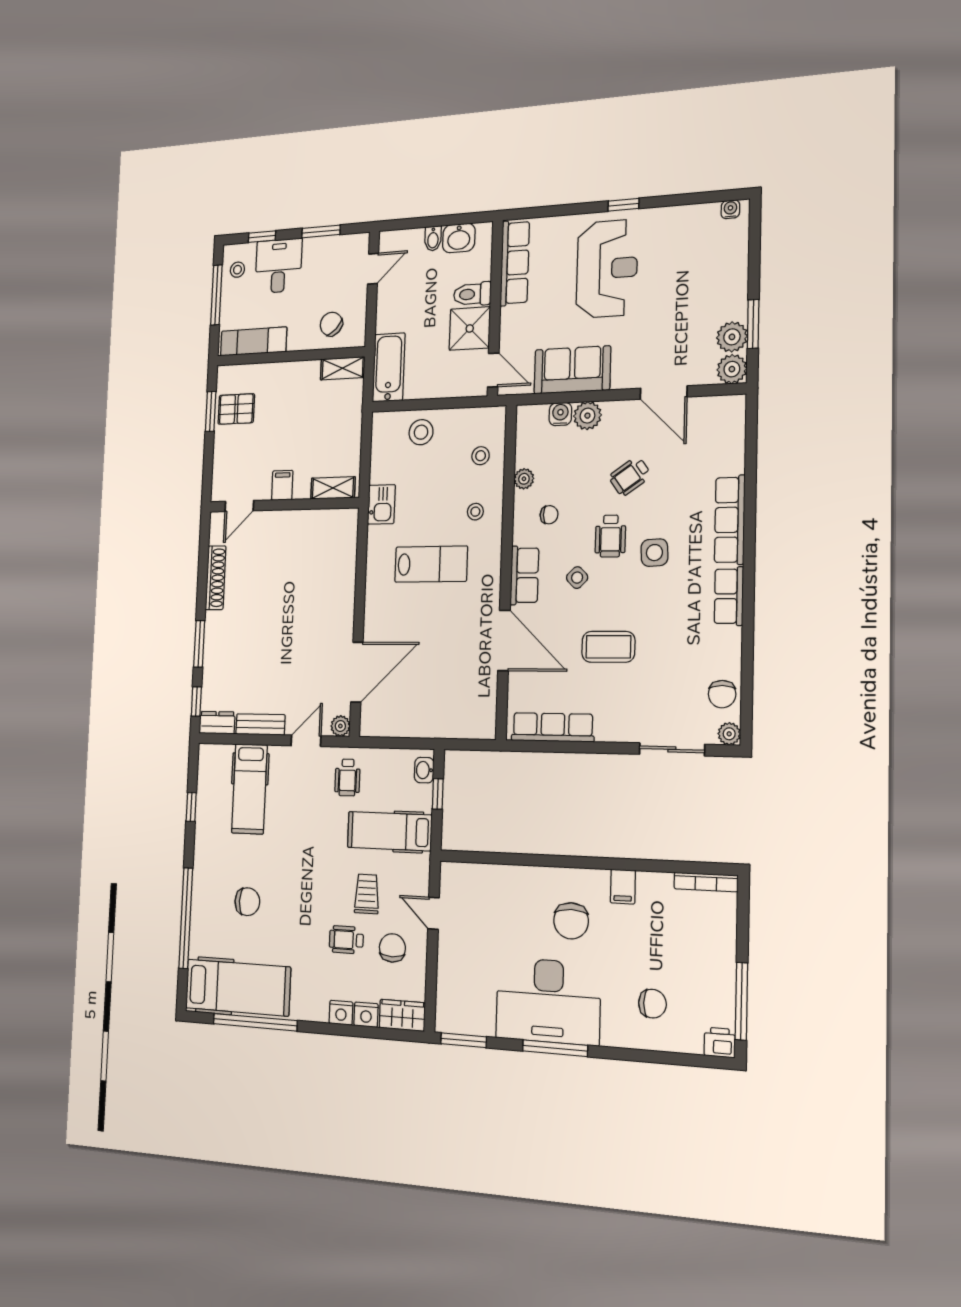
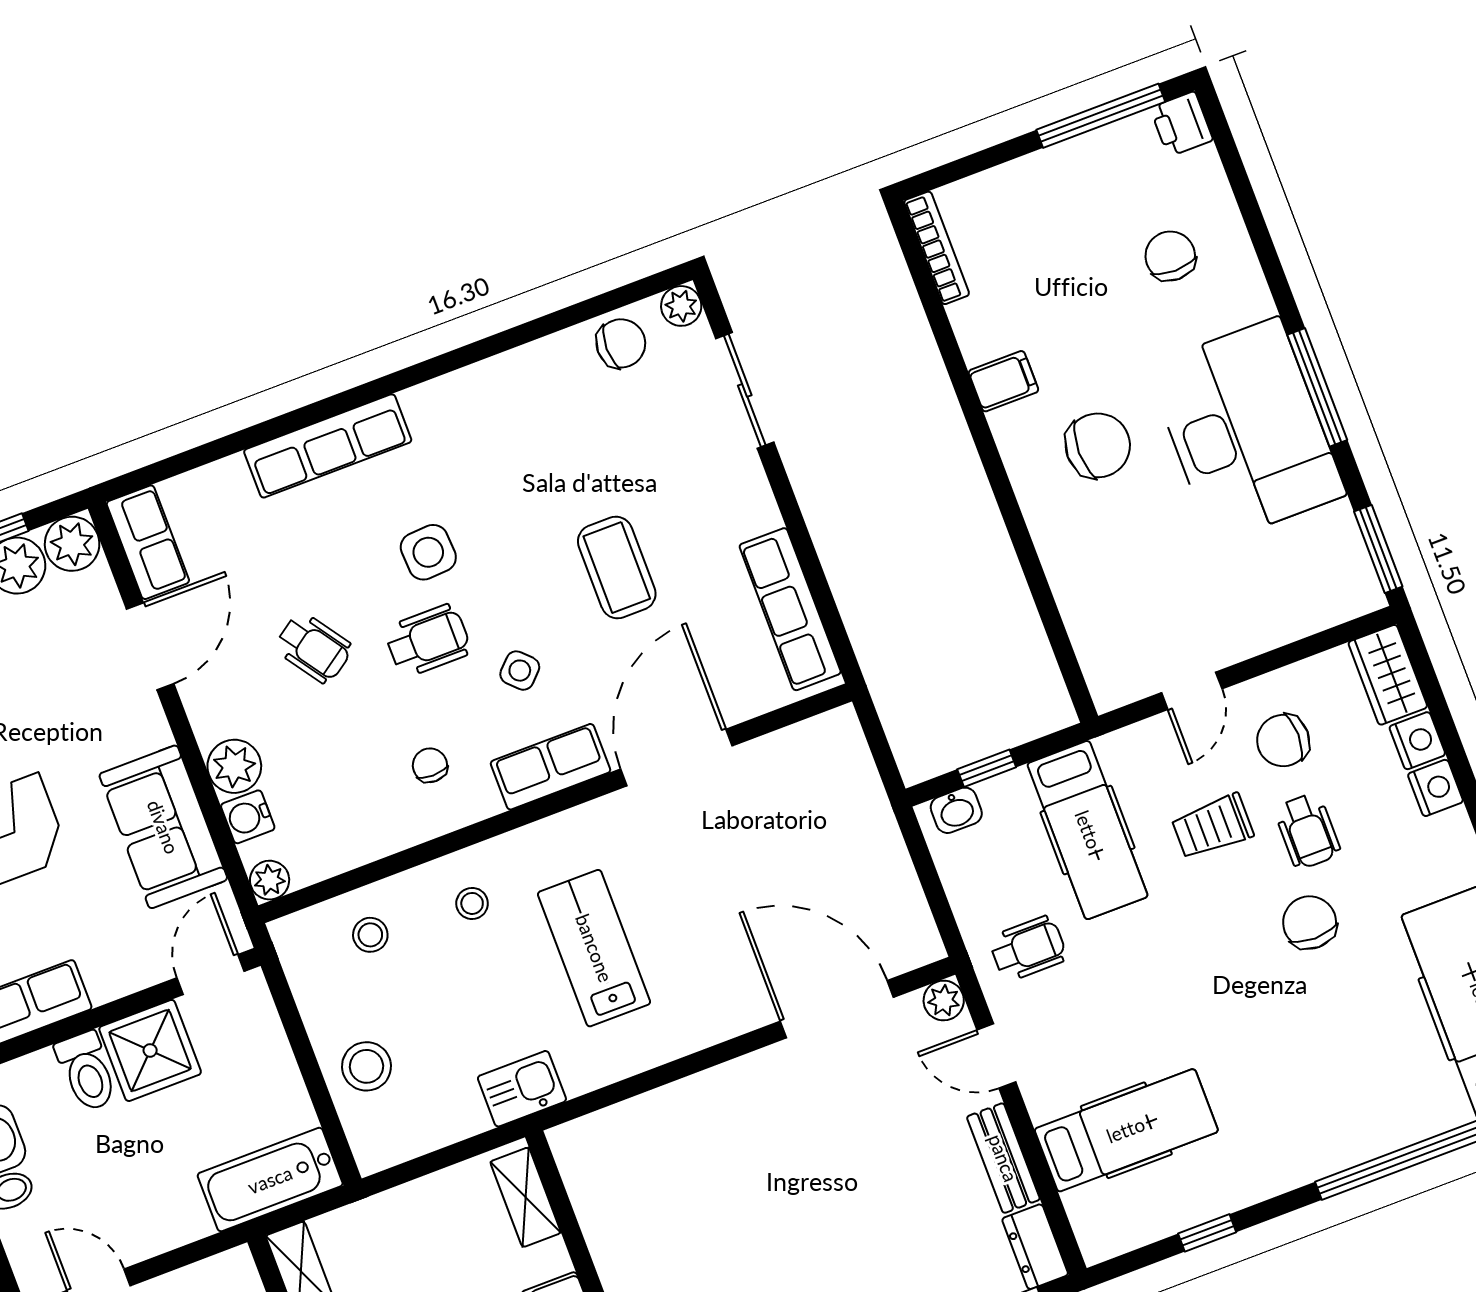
plant: (524, 479) -> (270, 880), moved
row of seats: (729, 596) -> (148, 542), moved, turned -90
chair: (247, 902) -> (1310, 923), moved

